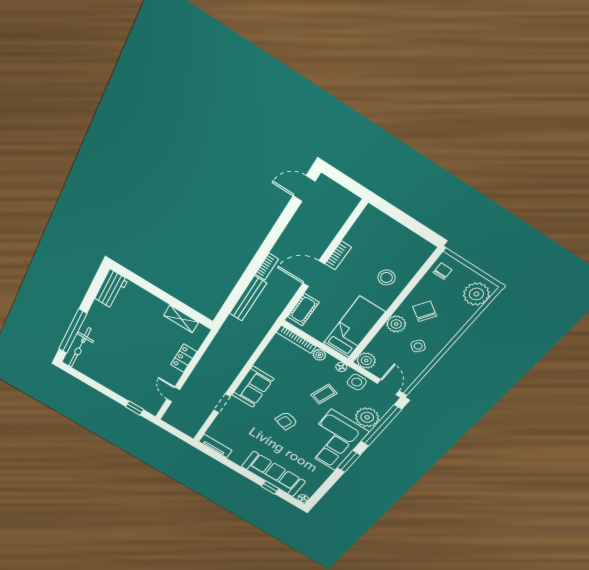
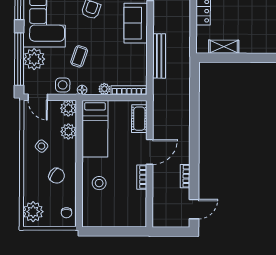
bookcase: (267, 267) -> (185, 176), moved
bench: (248, 298) -> (159, 56), moved
plant: (396, 324) -> (68, 132), moved

